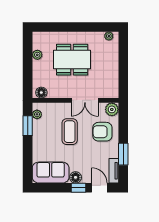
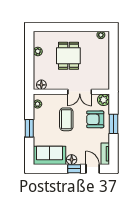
dining table: (72, 60) -> (68, 56), width x0.73
window: (28, 126) -> (29, 128), moved
window: (123, 154) -> (114, 124), moved

